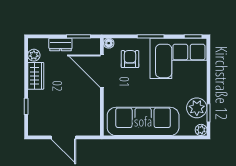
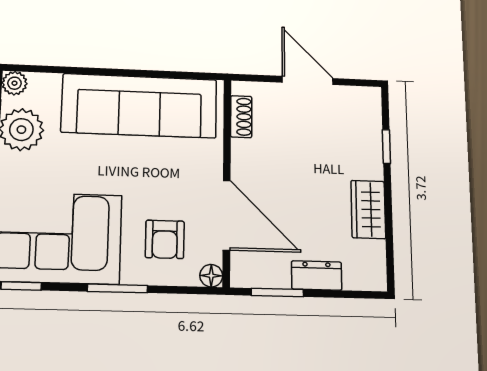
plant: (34, 55) -> (373, 254), removed
shoe rack: (95, 118) -> (241, 117), added

